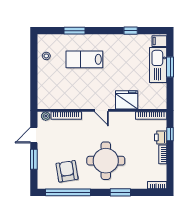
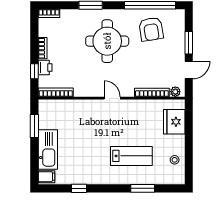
window: (170, 67) -> (34, 126), moved
fridge: (127, 100) -> (174, 122), moved, turned 90

